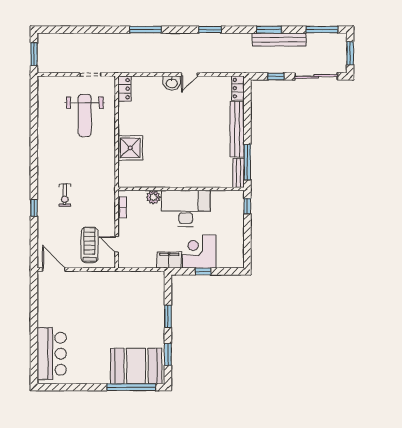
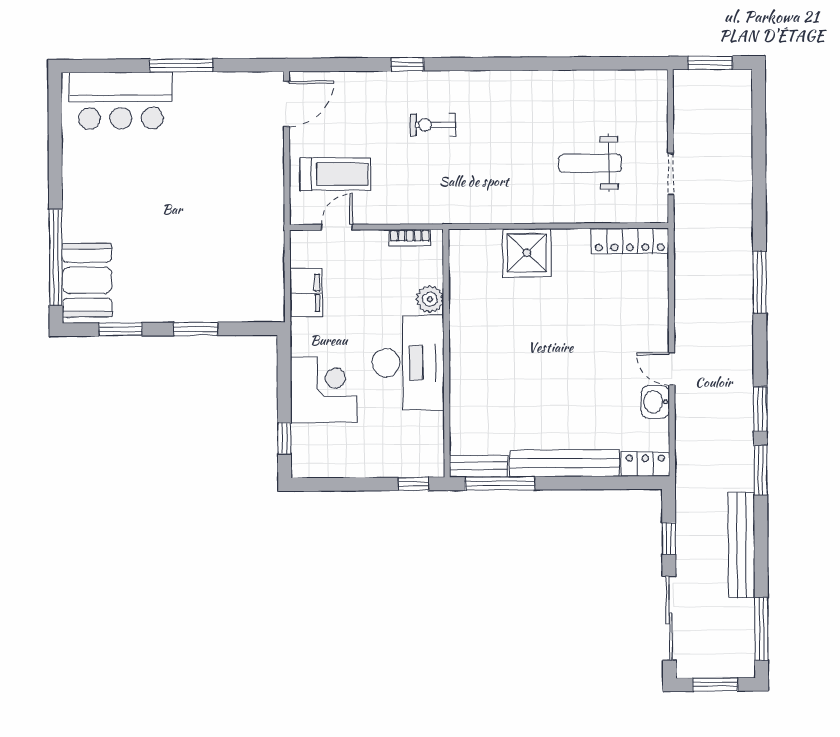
window: (269, 30) -> (761, 470), moved
washbasin: (172, 83) -> (655, 402), moved
locker: (124, 89) -> (630, 241), width x1.53
weight bench: (85, 115) -> (590, 163), width x0.73, depth x0.75
filing cabinet: (169, 260) -> (306, 293), moved
window: (203, 271) -> (284, 438), moved
window: (34, 323) -> (181, 65), added
booth: (136, 366) -> (87, 280), width x0.73, depth x0.70

